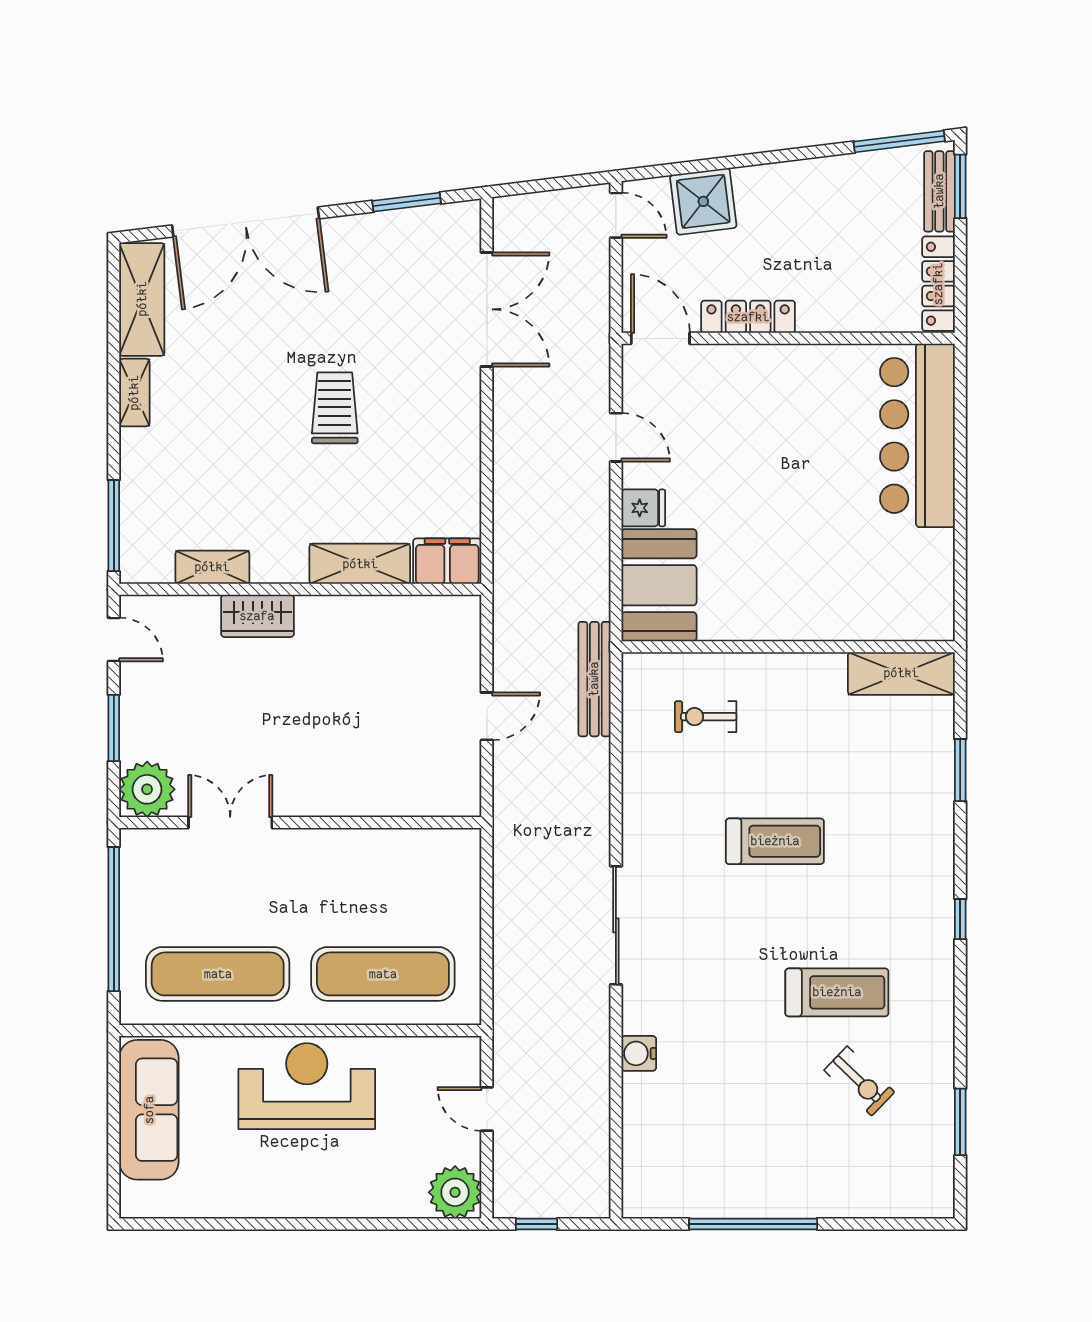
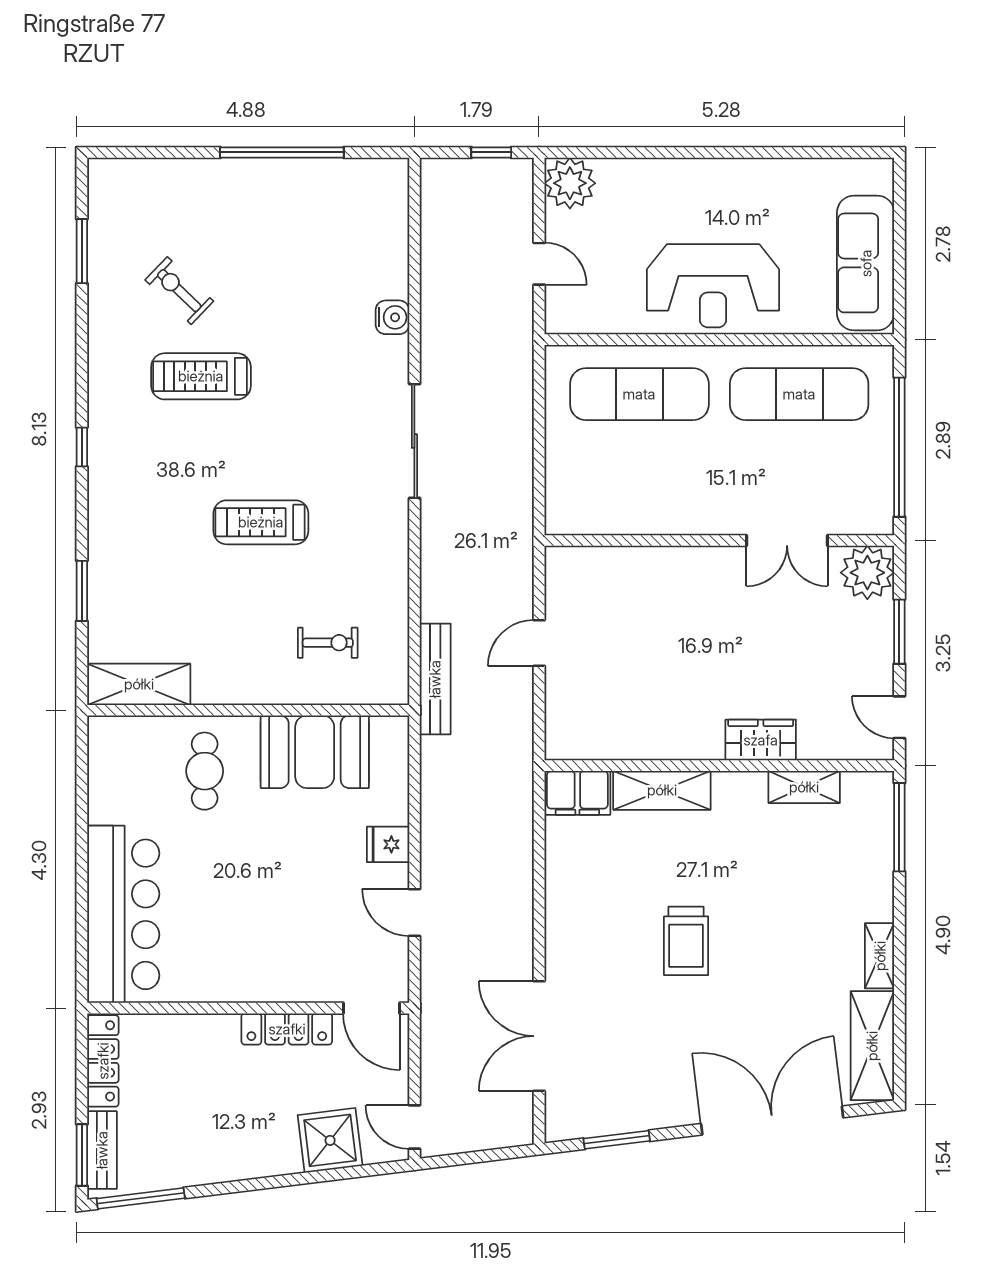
cafe table: (833, 584) -> (205, 771), added
booth: (659, 585) -> (315, 752), moved, turned 90

